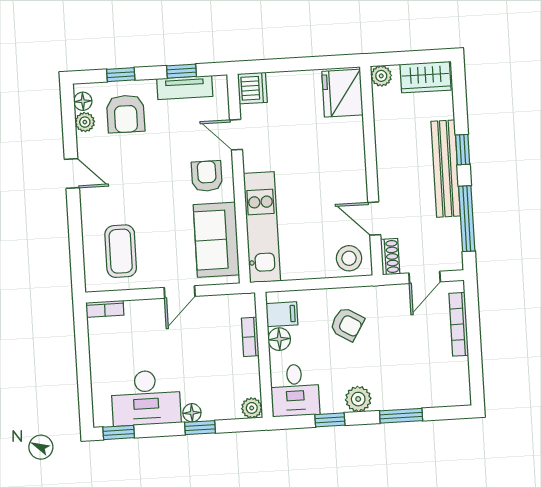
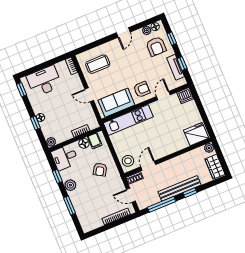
armchair: (126, 114) -> (156, 46), turned -90
desk: (146, 398) -> (44, 81), moved, turned 90

